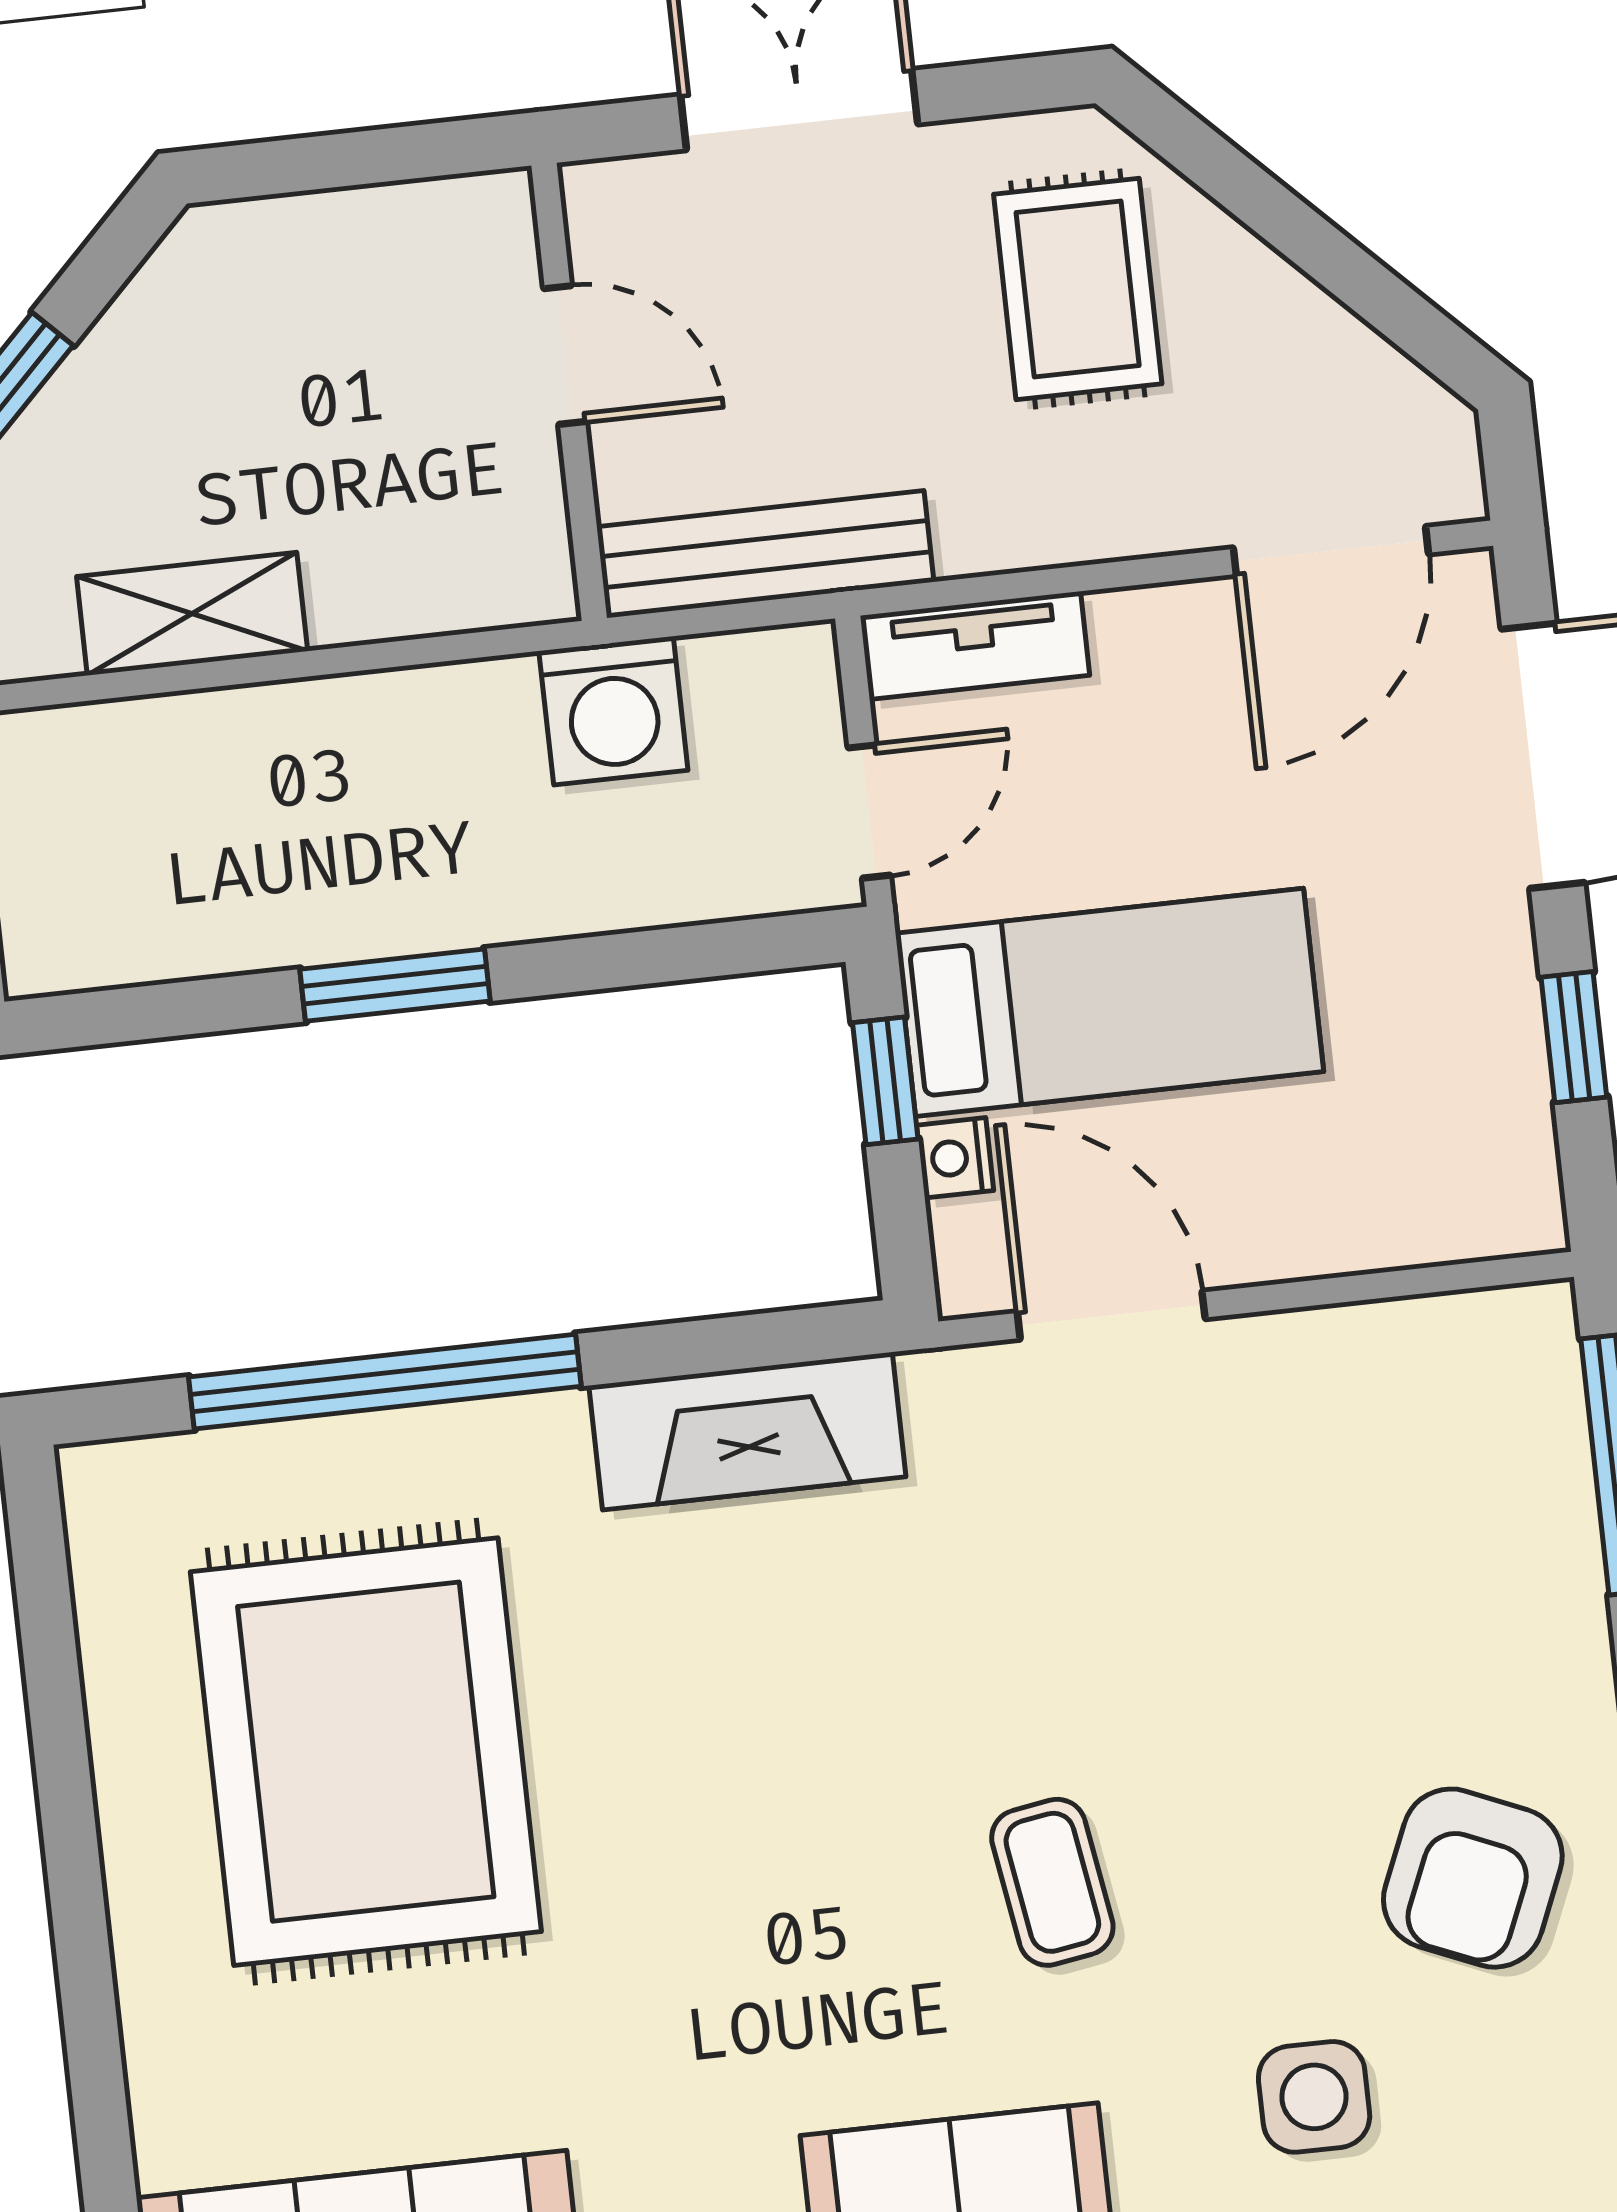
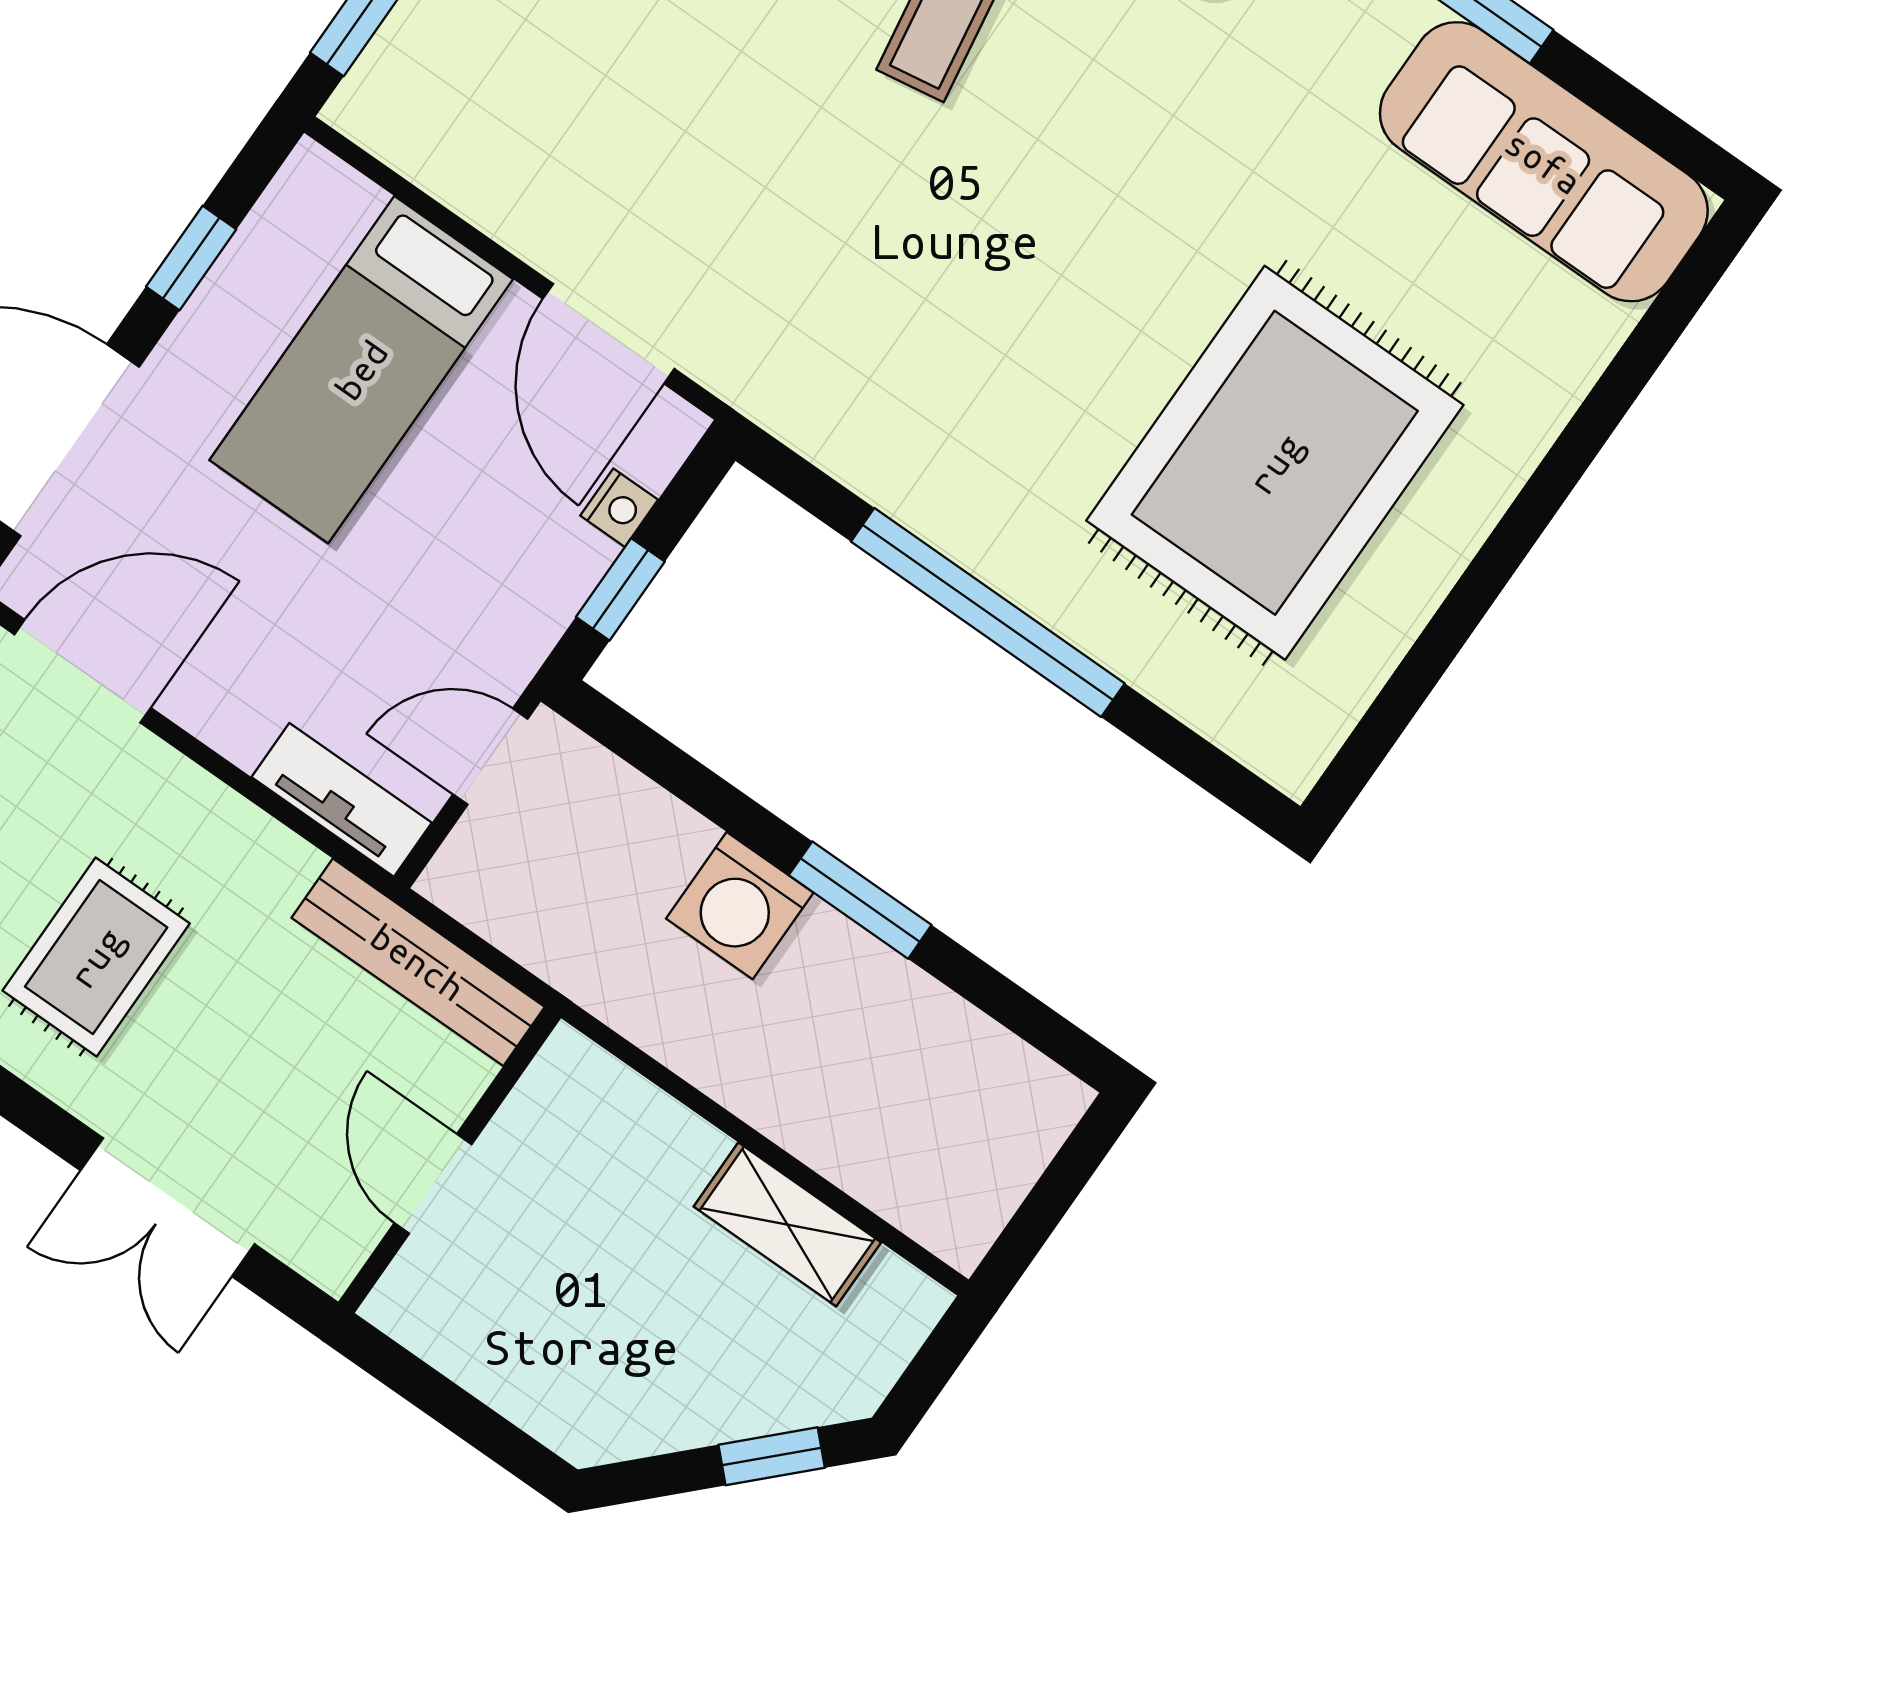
washing machine: (613, 711) -> (740, 906), moved, turned 180
bed: (1109, 1002) -> (361, 370), moved, turned -90
window: (385, 1382) -> (988, 612), moved
fireplace: (747, 1431) -> (883, 454), removed

